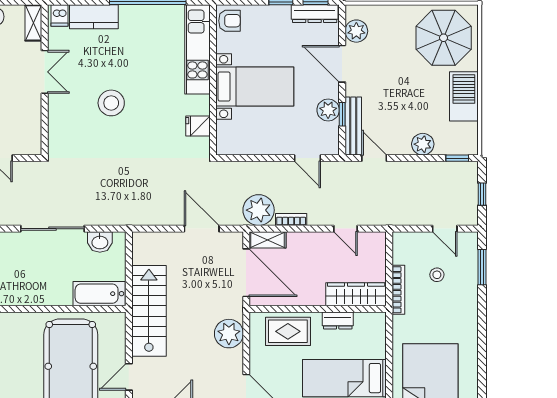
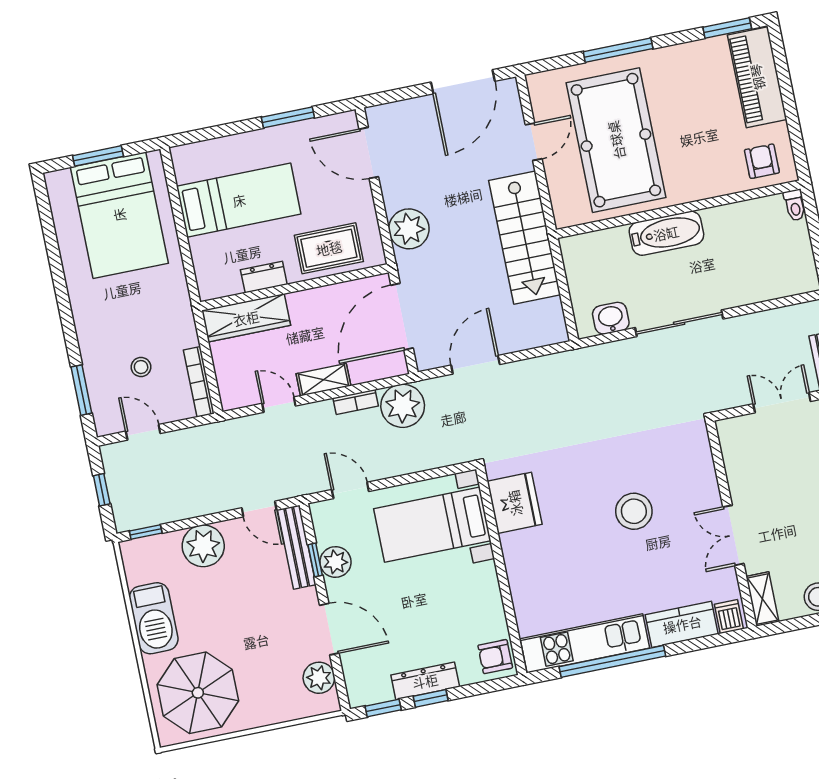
dresser: (315, 14) -> (425, 681), moved
kitchen unit: (197, 49) -> (585, 643), moved, turned -90
bed with nightstands: (255, 87) -> (432, 525), moved
fridge: (198, 126) -> (515, 503), width x1.88, depth x1.34
plant: (423, 144) -> (203, 546), width x1.36, depth x1.36
door: (202, 229) -> (475, 365), swing flipped
shelving: (268, 240) -> (323, 380), moved
door: (246, 273) -> (402, 317), hinge flipped
bookcase: (398, 290) -> (199, 382), moved
bathtub: (99, 294) -> (666, 233), moved

